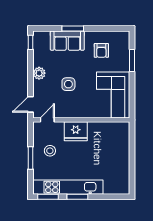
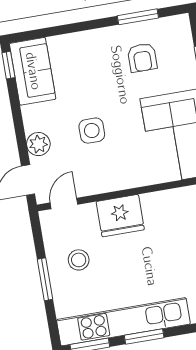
window: (73, 29) -> (138, 17), moved
sofa: (67, 41) -> (33, 71), moved, turned -90
plant: (39, 73) -> (38, 144), moved

